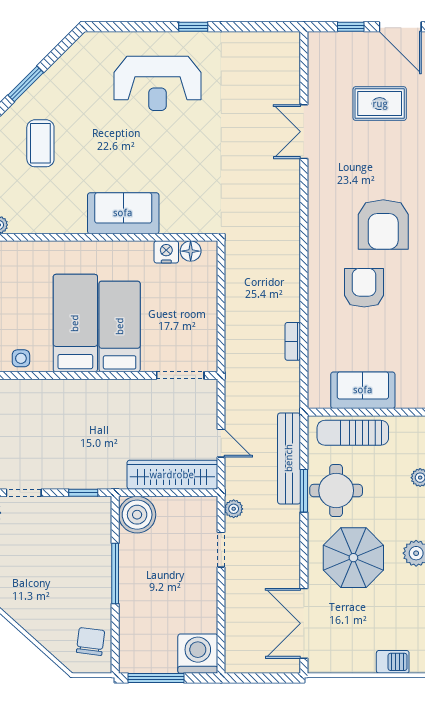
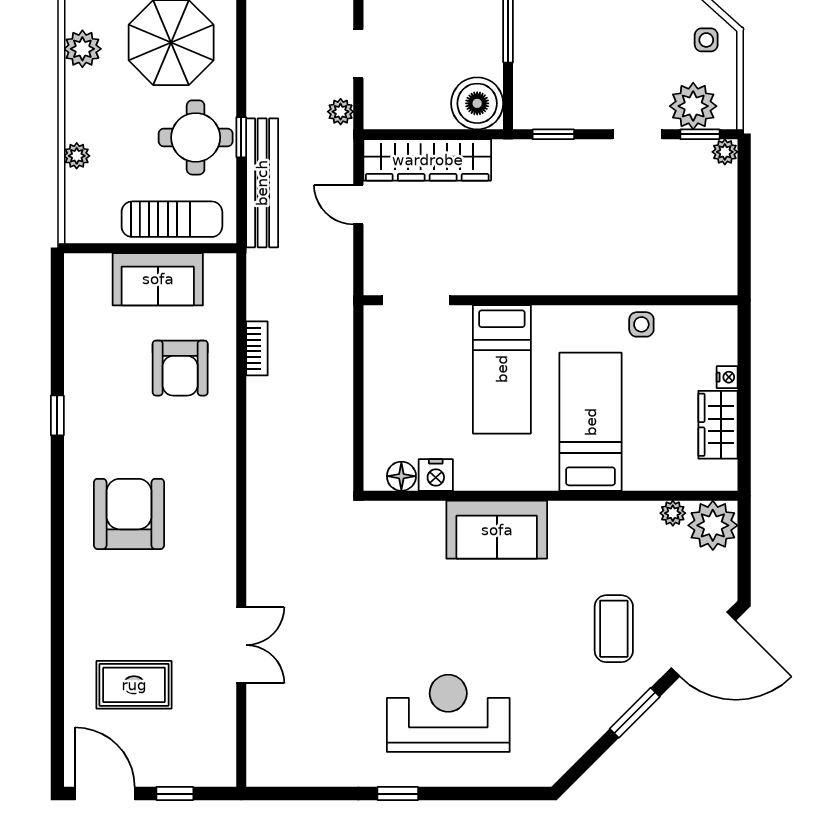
armchair: (364, 288) -> (180, 368), moved
bed: (75, 323) -> (591, 422), moved, turned 180
window: (304, 491) -> (241, 137), width x0.67

